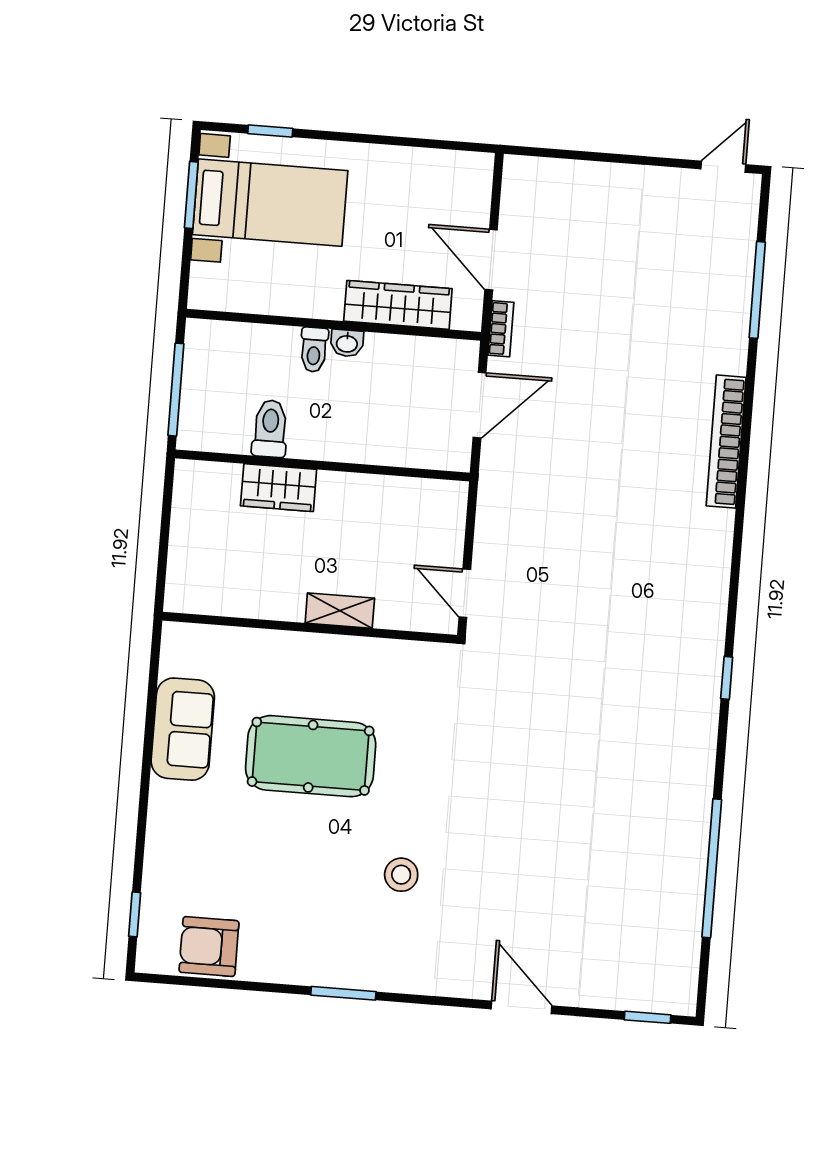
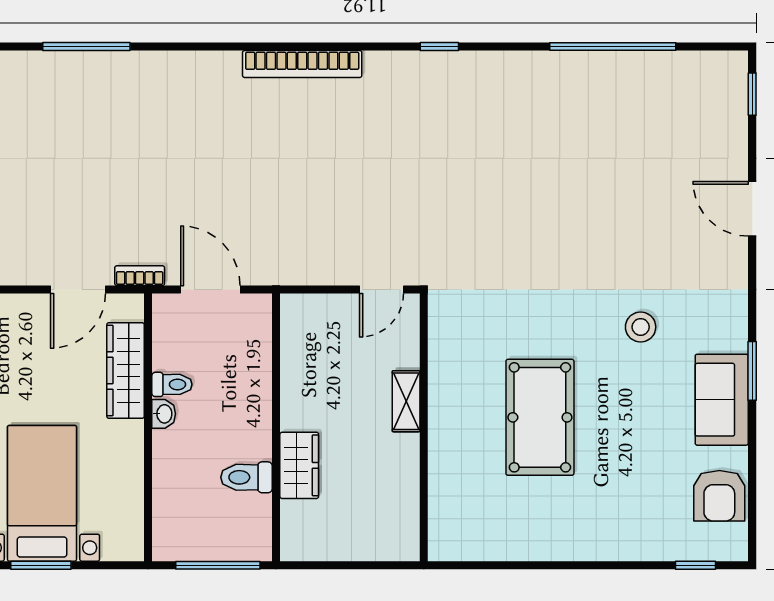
toilet: (314, 350) -> (172, 384), moved
bookcase: (726, 442) -> (302, 64), moved
sofa: (183, 729) -> (722, 400), moved, turned -90
door: (521, 1007) -> (752, 209), hinge flipped

